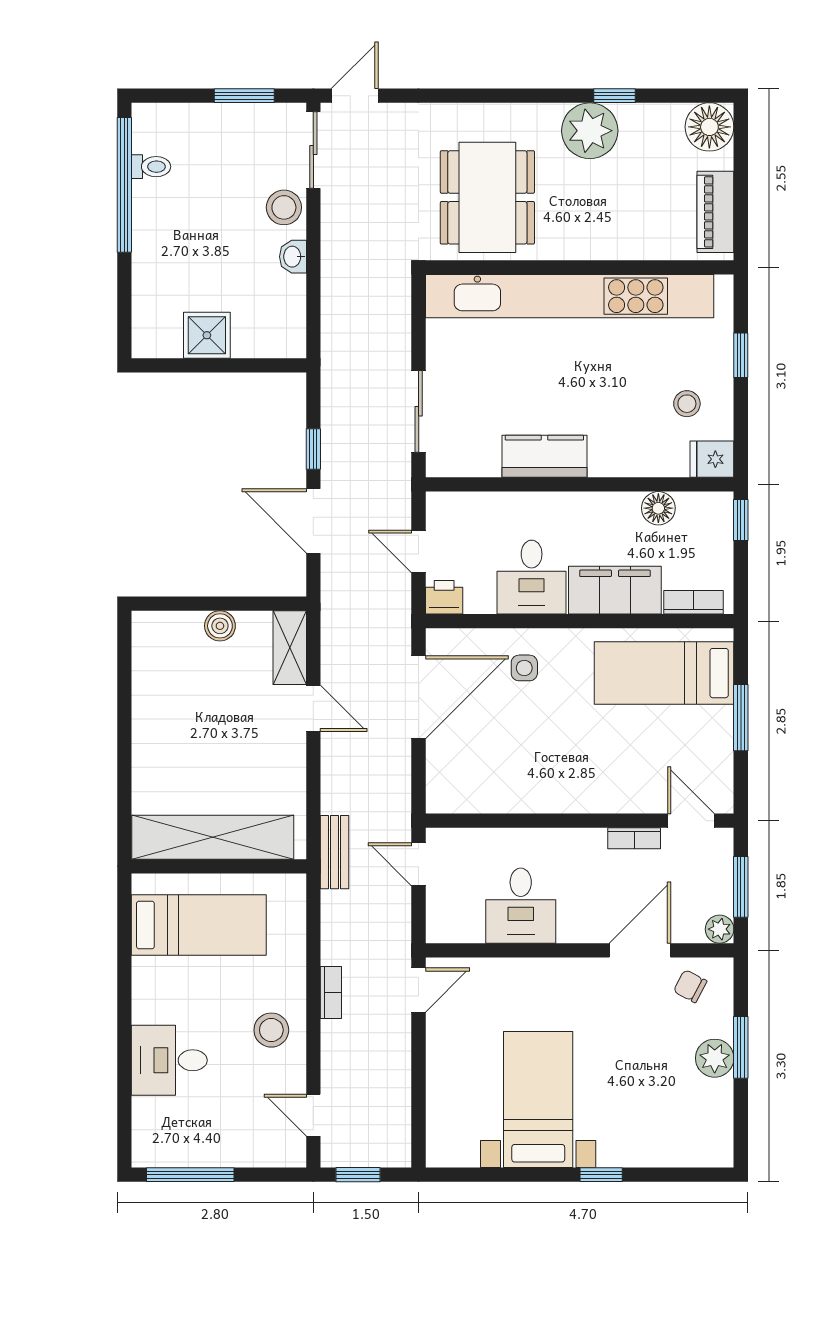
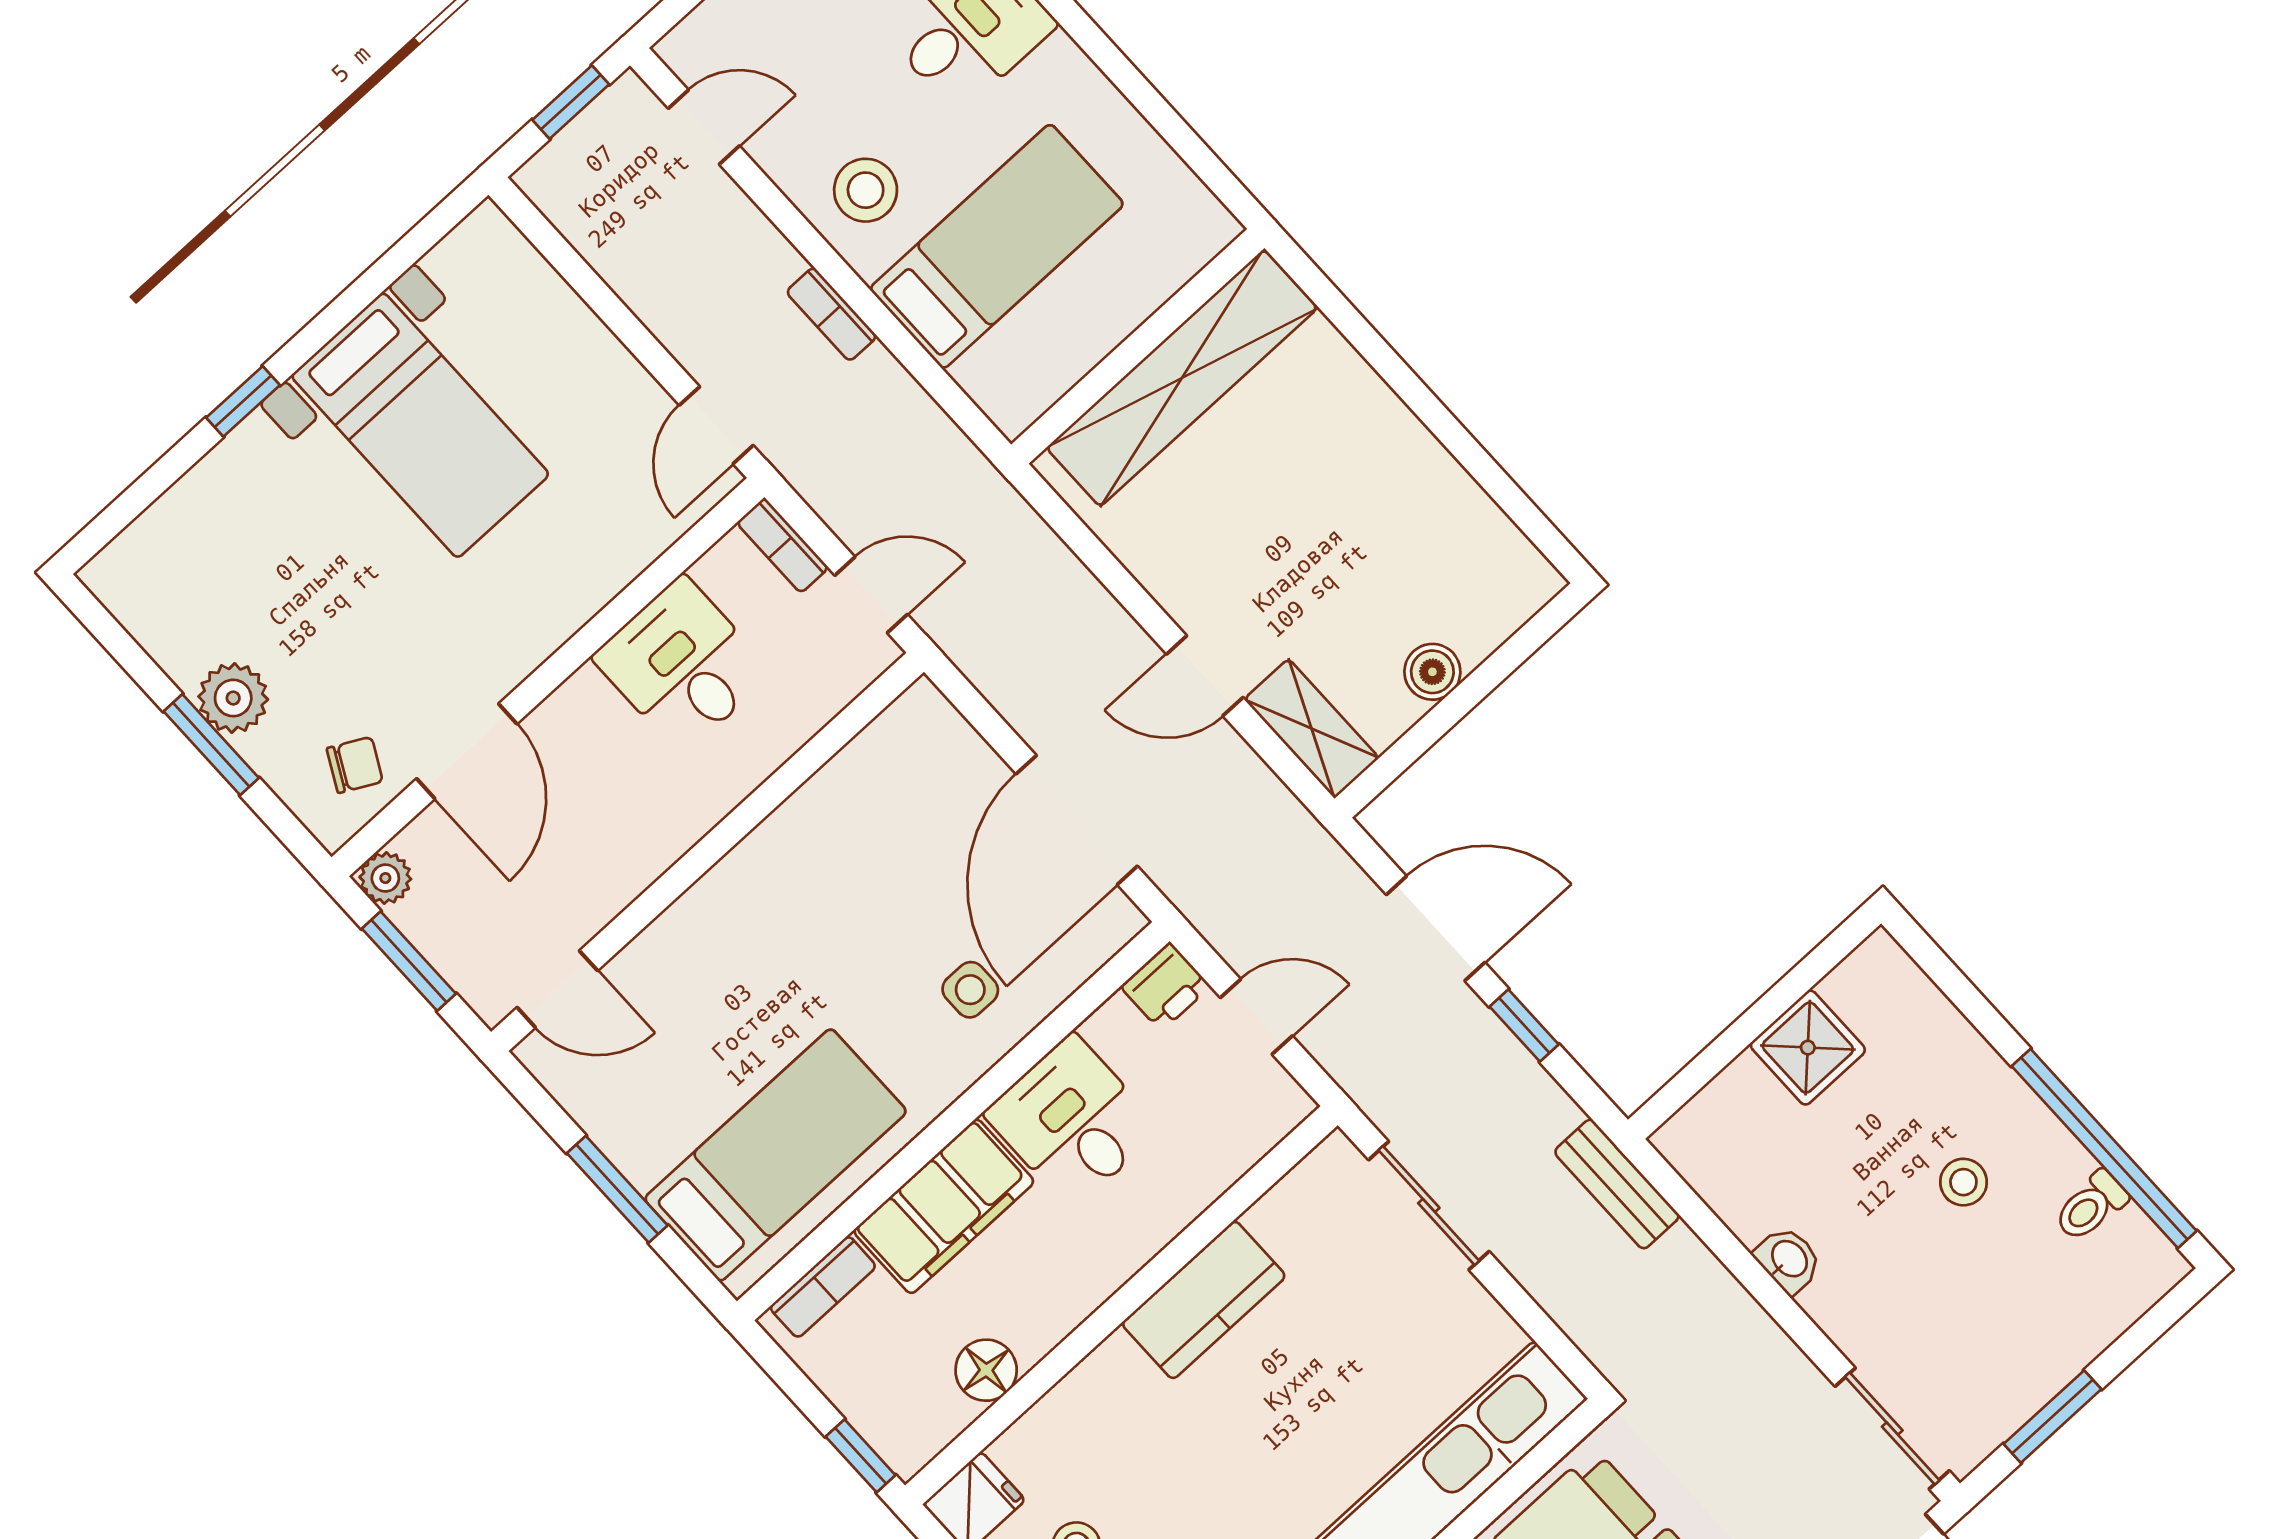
stool: (284, 207) -> (1963, 1182), moved, width x0.73, depth x0.73
bookcase: (634, 838) -> (783, 545), moved, turned -90
bench: (334, 852) -> (1617, 1184), moved
bed: (199, 925) -> (997, 246), moved, turned 180

